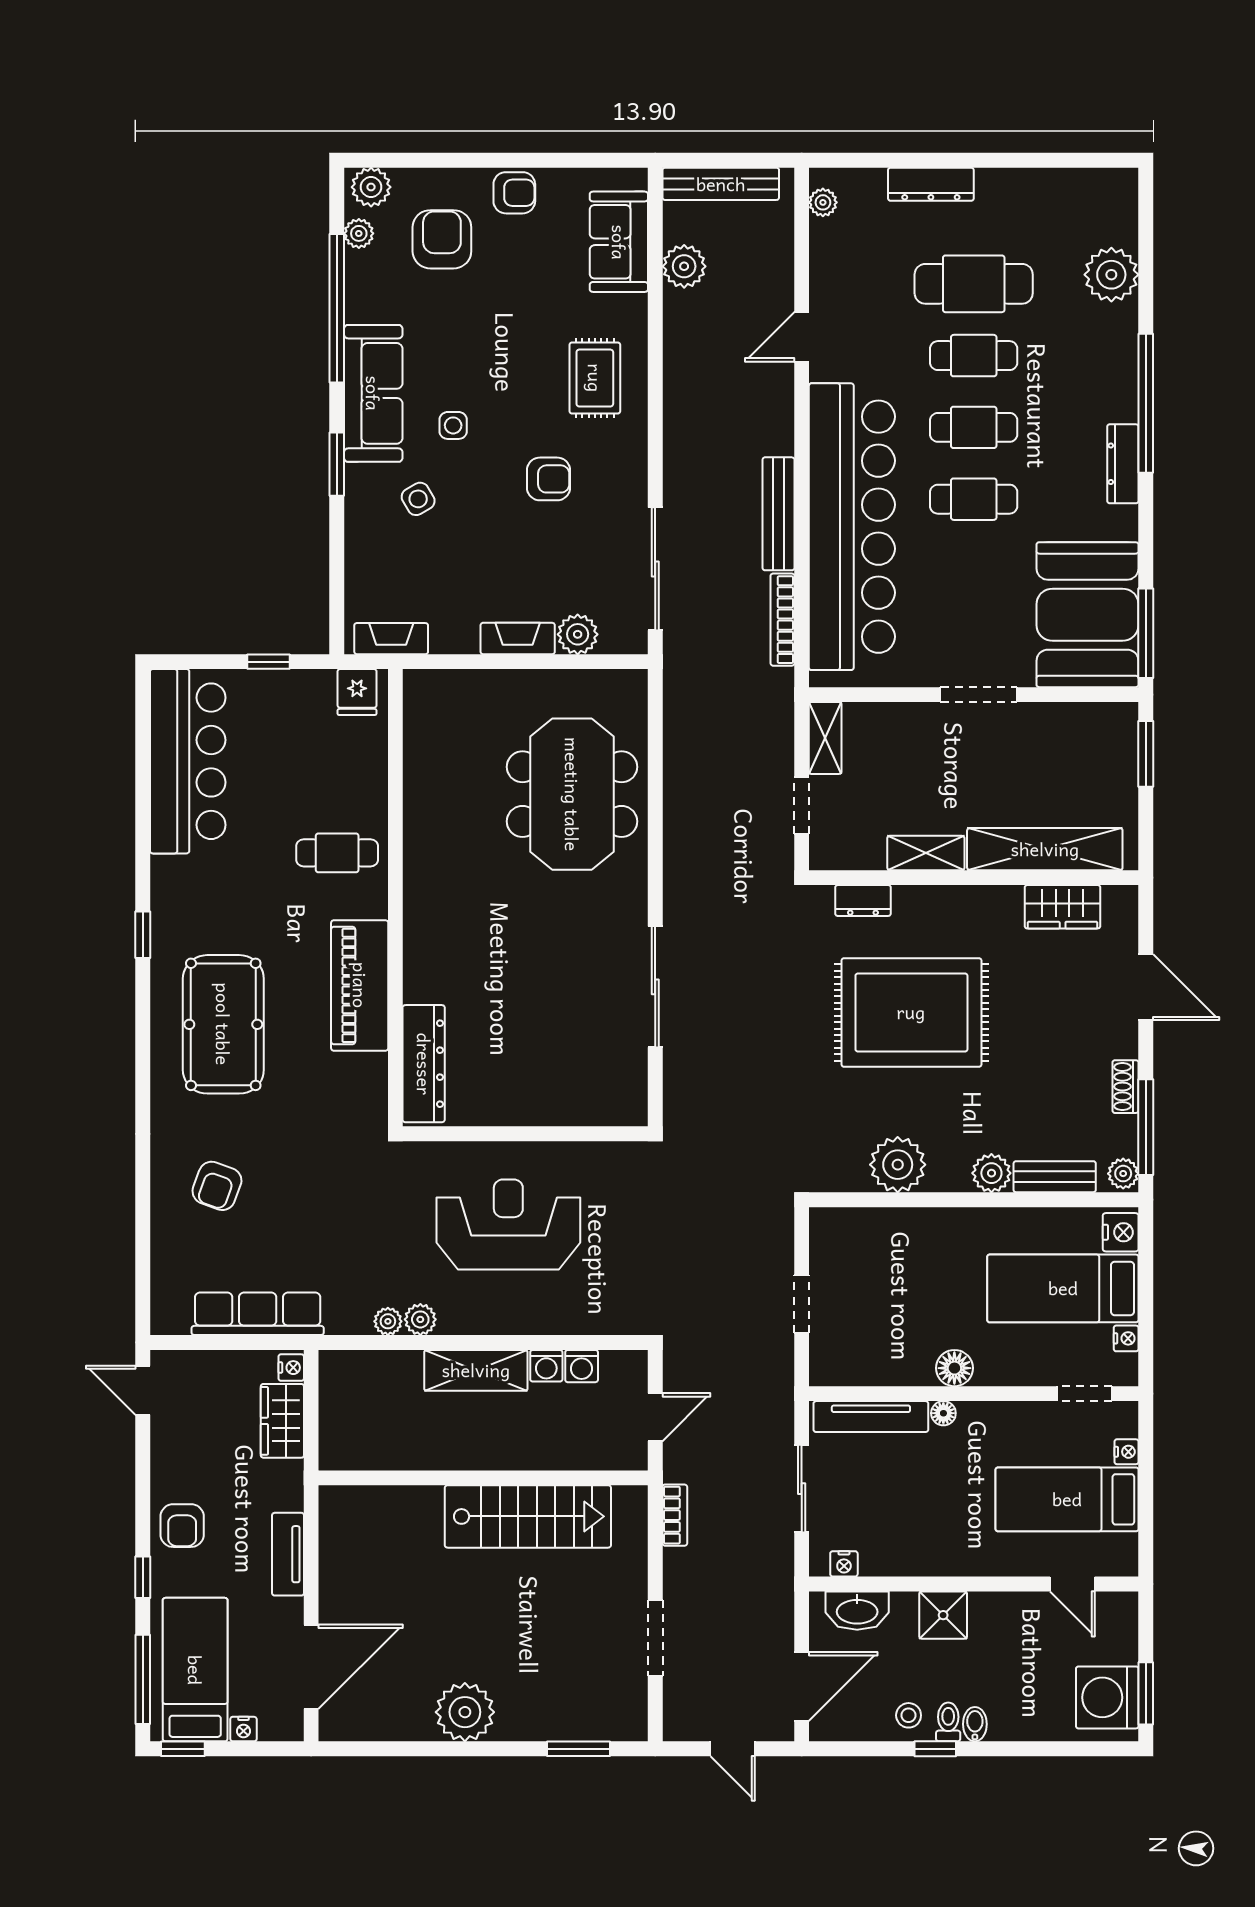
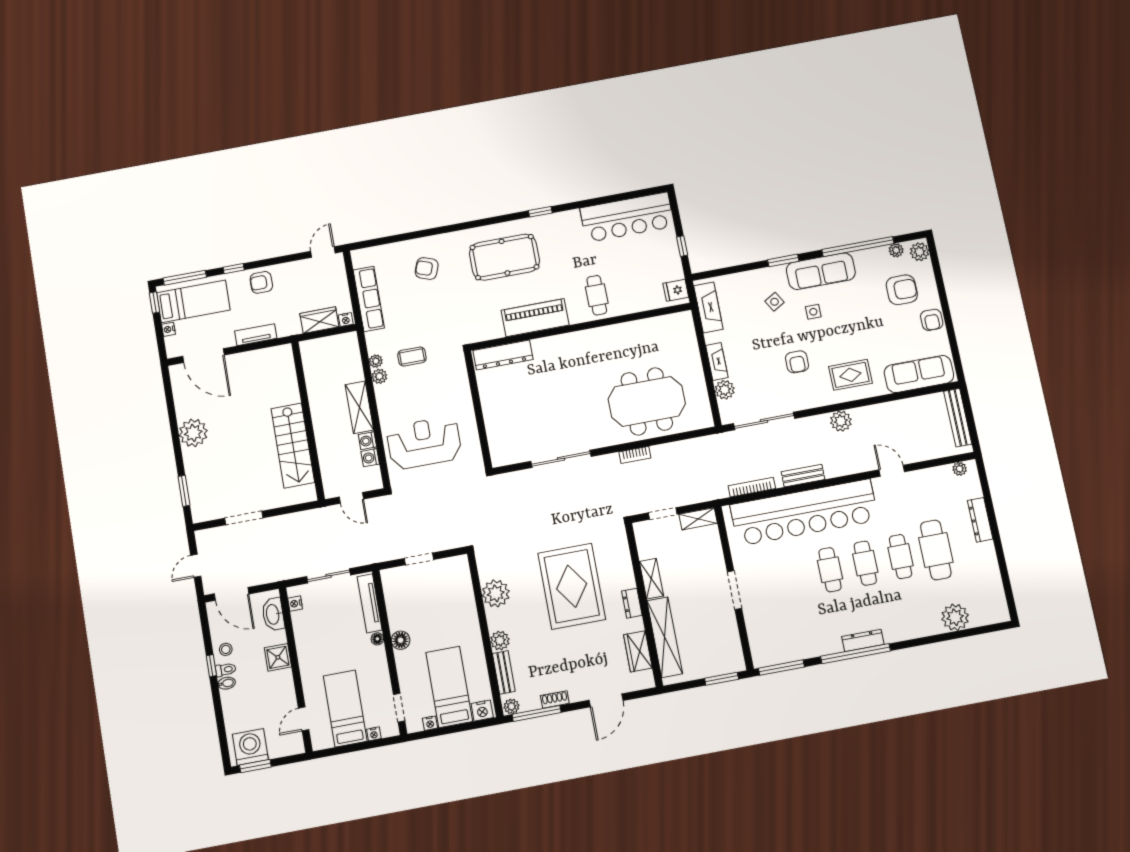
sofa: (619, 242) -> (919, 374), width x1.36
plant: (684, 266) -> (841, 421), moved
window: (1146, 403) -> (856, 654), moved
bench: (778, 514) -> (803, 476), width x0.73
booth: (1088, 615) -> (785, 637), removed
fireplace: (391, 639) -> (708, 308), width x1.37, depth x1.32
dresser: (863, 900) -> (632, 603), moved
reception desk: (508, 1224) -> (424, 443), moved, turned -90
coffee table: (392, 1247) -> (412, 357), added
bookcase: (675, 1515) -> (635, 455), moved

